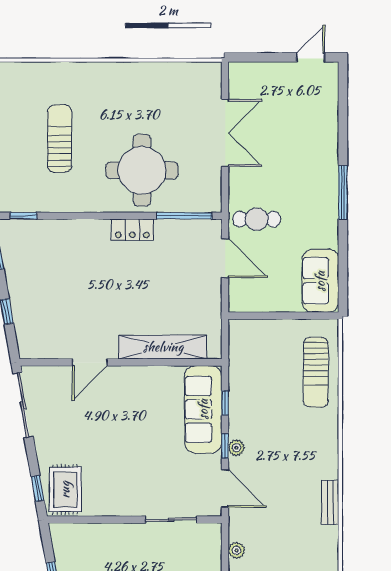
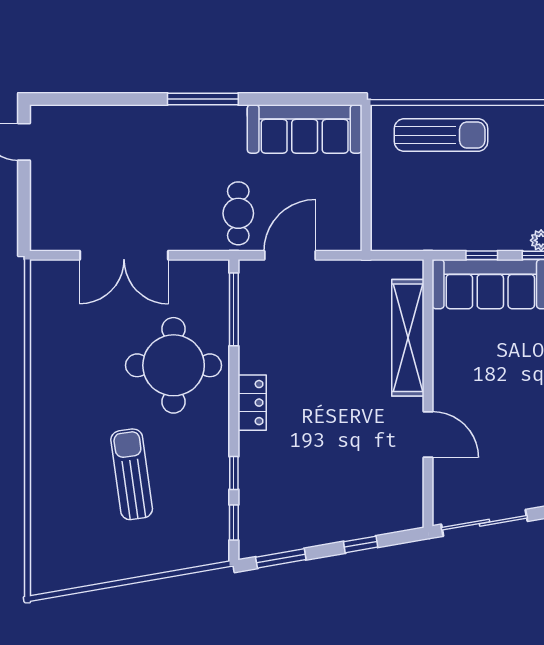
double door: (225, 133) -> (124, 255), swing flipped
sun lounger: (60, 139) -> (132, 474), turned 82
window: (61, 216) -> (234, 473), added
locker: (132, 230) -> (252, 403), moved
sofa: (320, 281) -> (305, 129), width x1.36

